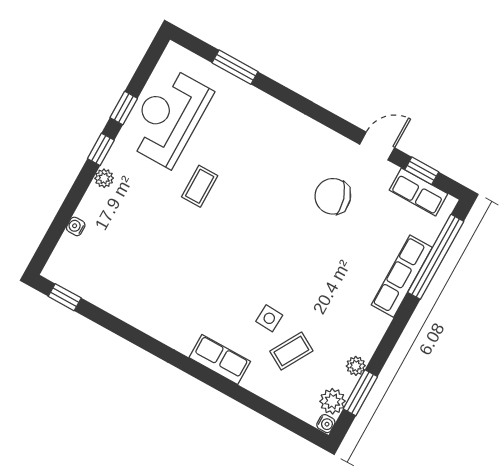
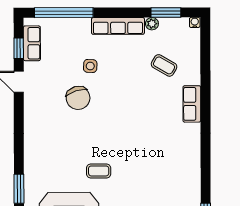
chair: (333, 196) -> (78, 98), moved
row of seats: (402, 276) -> (118, 26), moved
side table: (269, 318) -> (90, 66), moved
plant: (332, 401) -> (180, 26), removed

